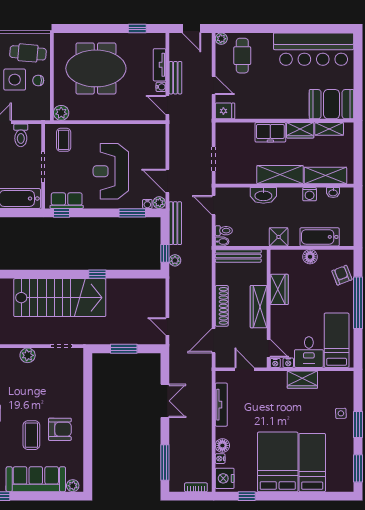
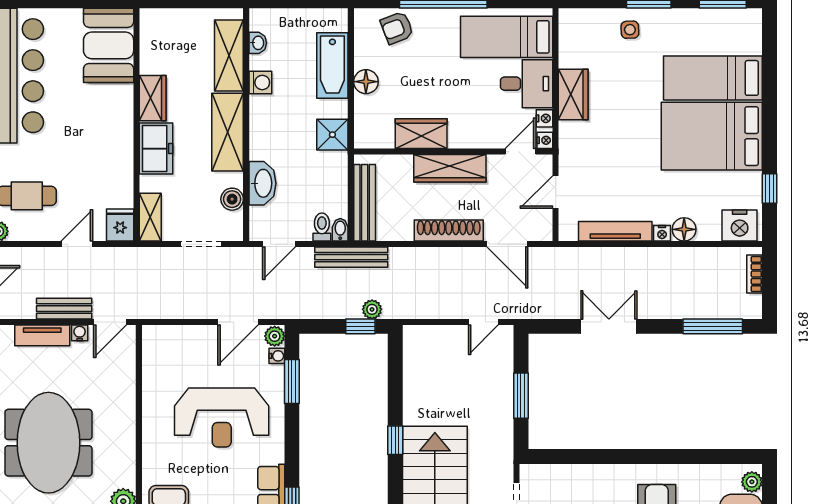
shelving: (329, 129) -> (150, 217), moved
boiler: (240, 177) -> (232, 199), added
washbasin: (263, 195) -> (262, 183), moved
bench: (175, 223) -> (351, 257), moved
nightstand: (220, 459) -> (662, 233), moved

